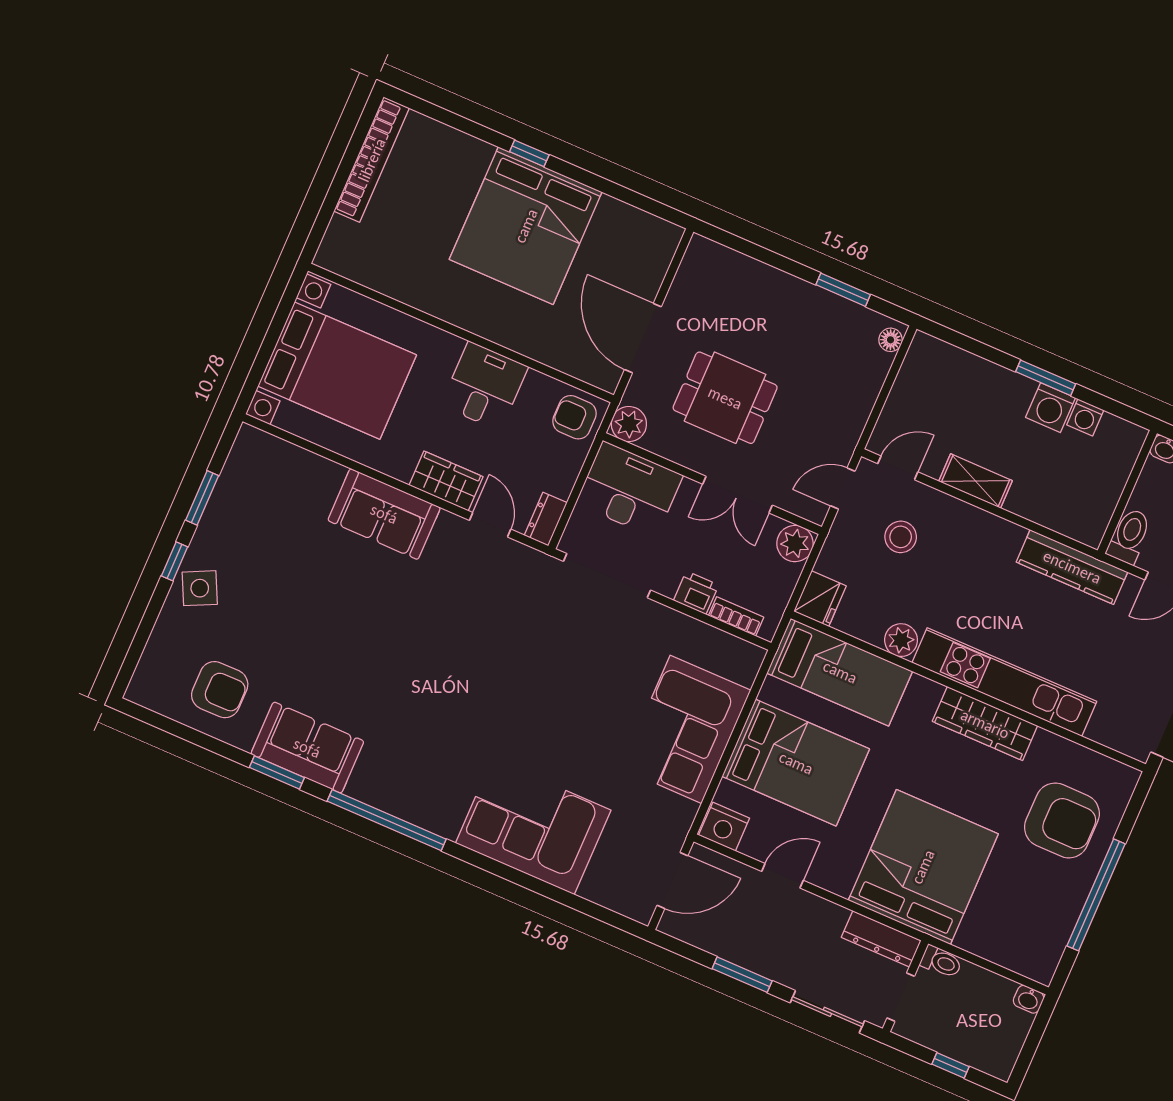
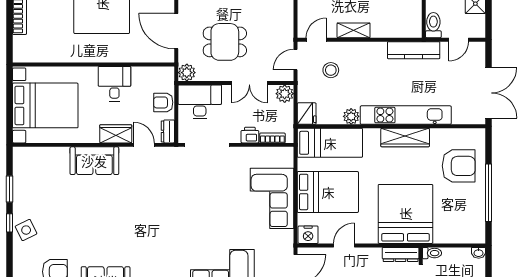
armchair: (574, 417) -> (163, 102), moved

